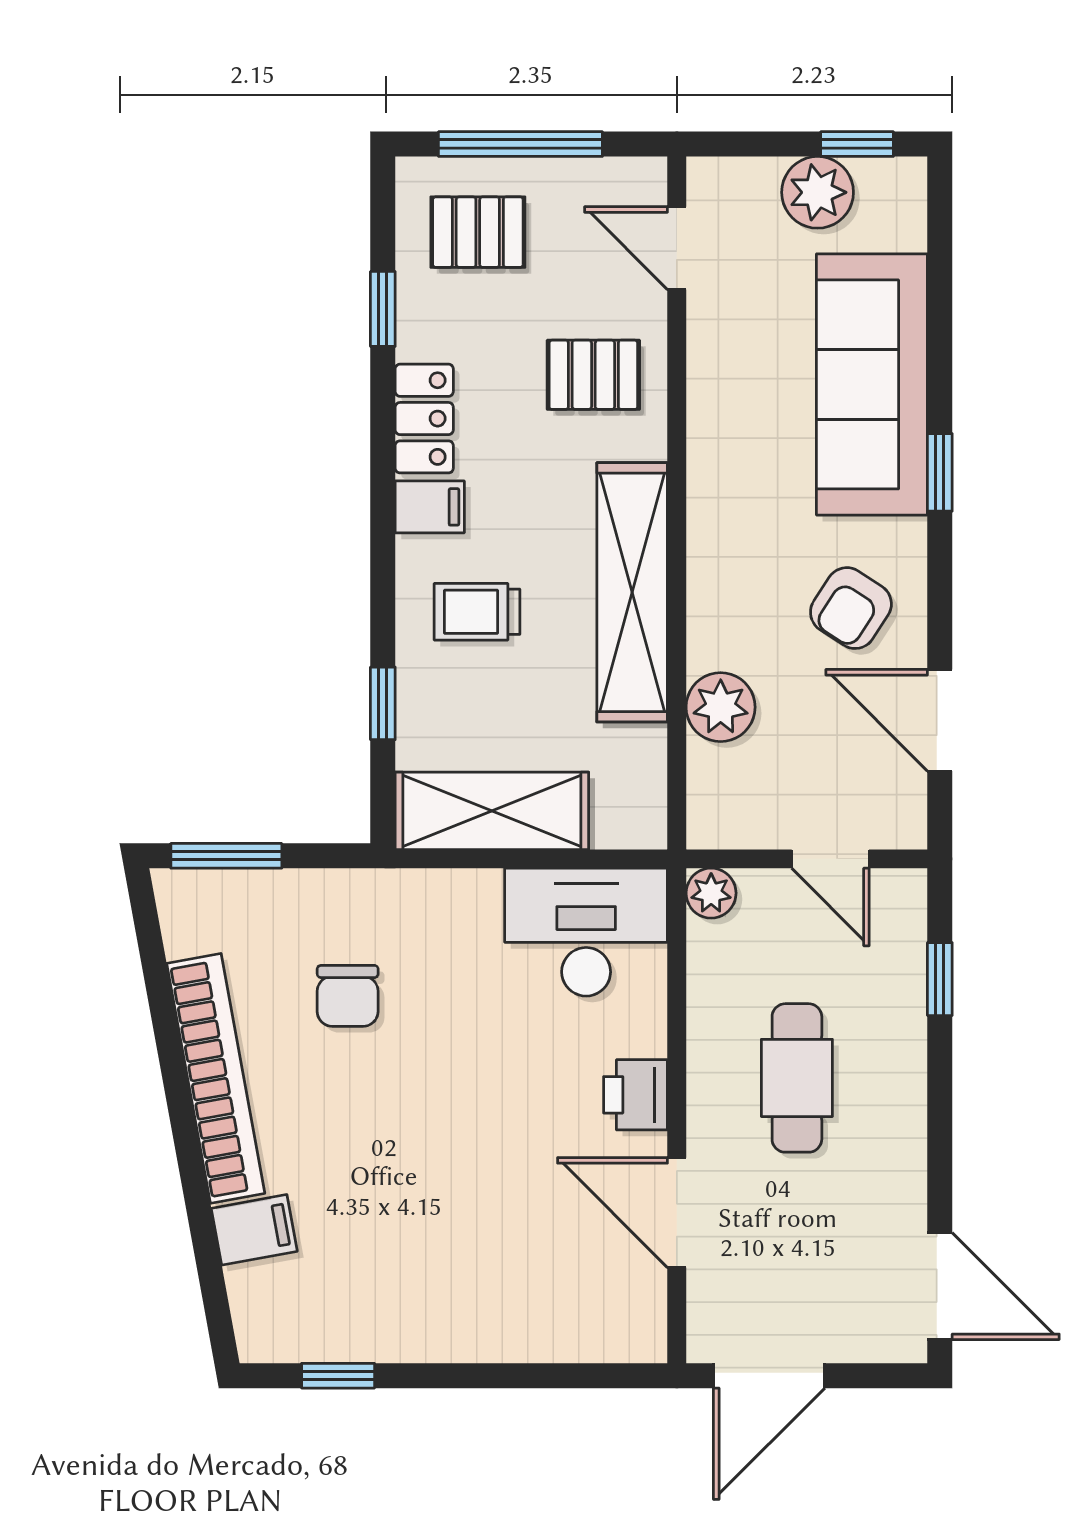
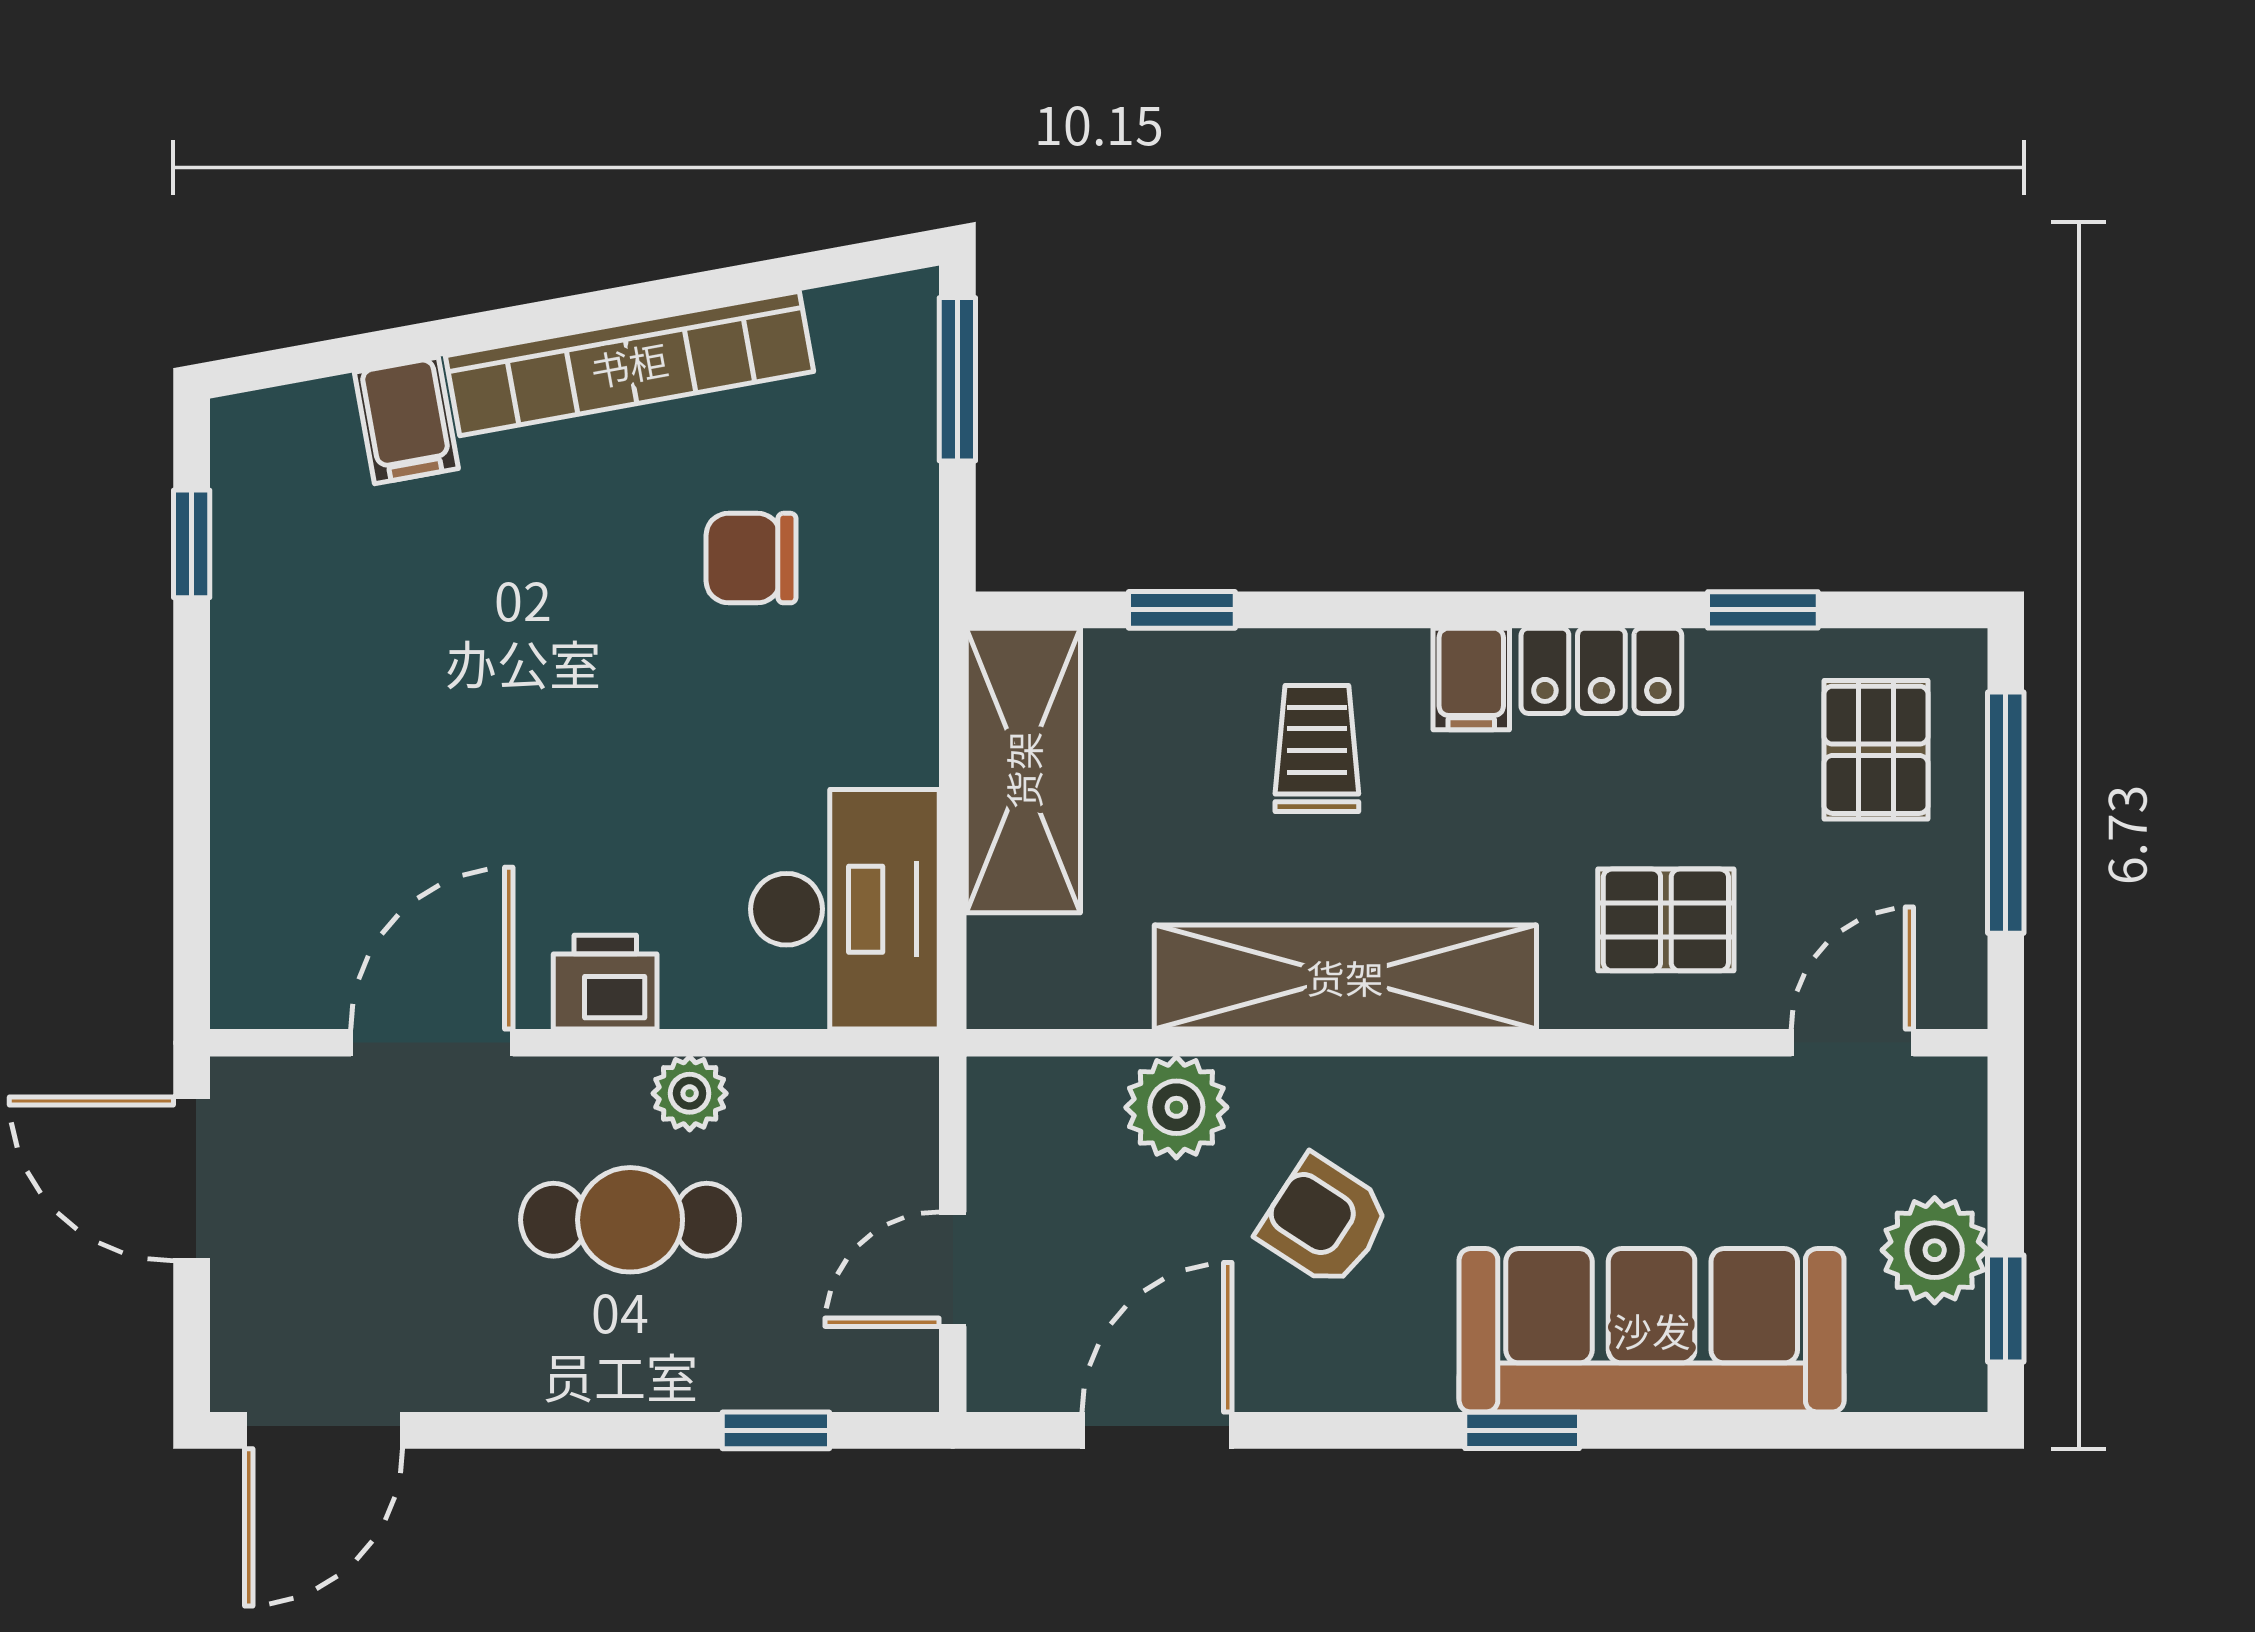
pallet: (593, 375) -> (1666, 920), turned 90
armchair: (851, 608) -> (1324, 1221), moved
plant: (711, 893) -> (690, 1093), moved

